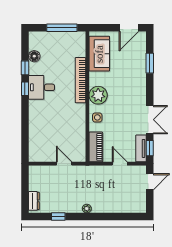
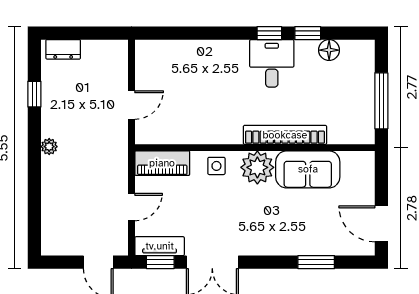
sofa: (99, 54) -> (308, 169), moved

